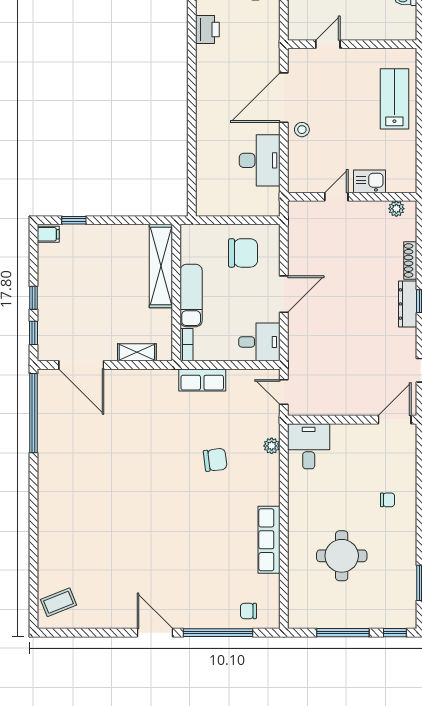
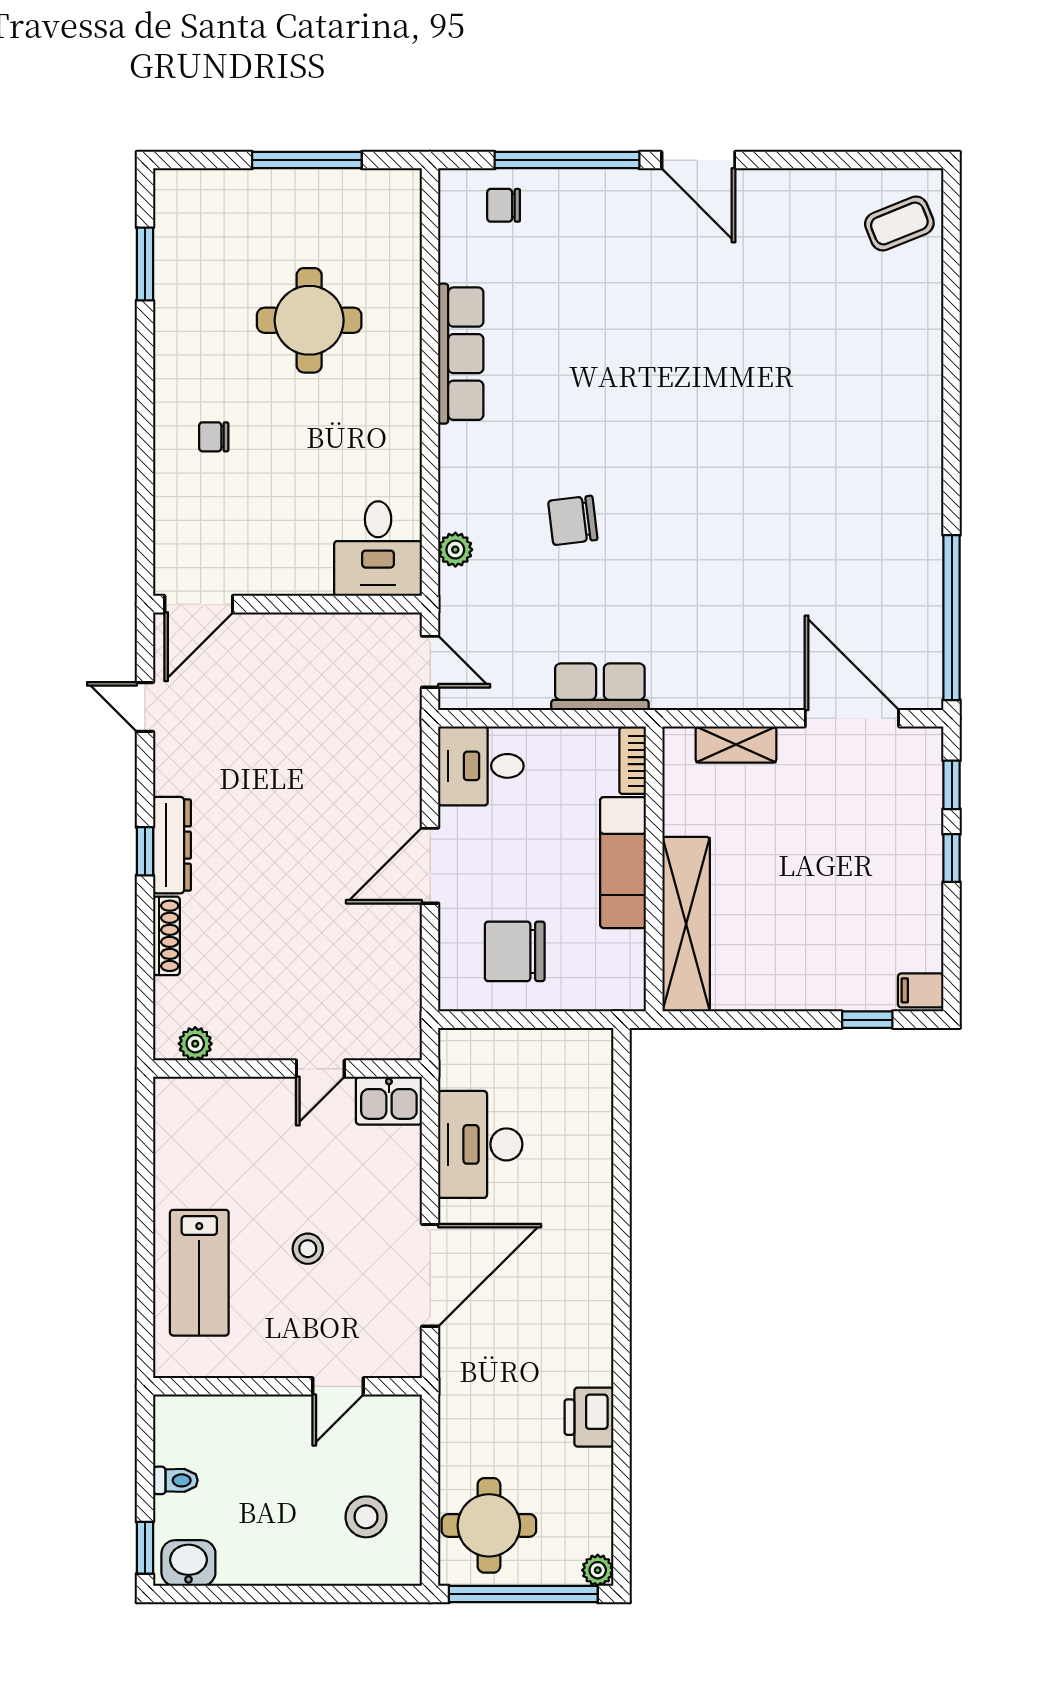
stool: (302, 130) -> (308, 1249), moved
kitchen sink: (370, 181) -> (389, 1101), moved
chair: (248, 611) -> (504, 205), turned 180
window: (395, 633) -> (198, 160), removed

